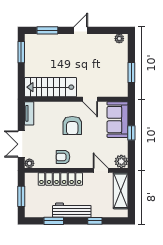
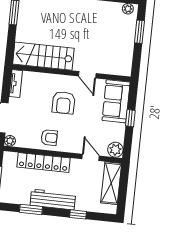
window: (131, 73) -> (139, 32), moved
armchair: (63, 157) -> (49, 138), turned 180

